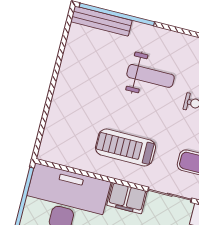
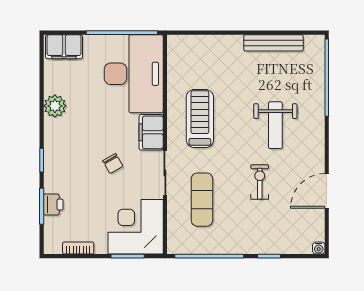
bench: (101, 21) -> (273, 43), moved, turned 90

